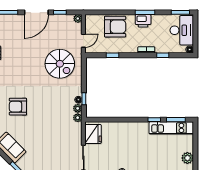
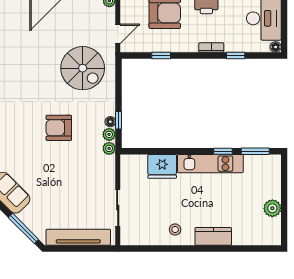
armchair: (18, 107) -> (59, 128), moved
kitchen unit: (171, 128) -> (210, 164), moved
fridge: (93, 134) -> (162, 166), moved, turned 90

